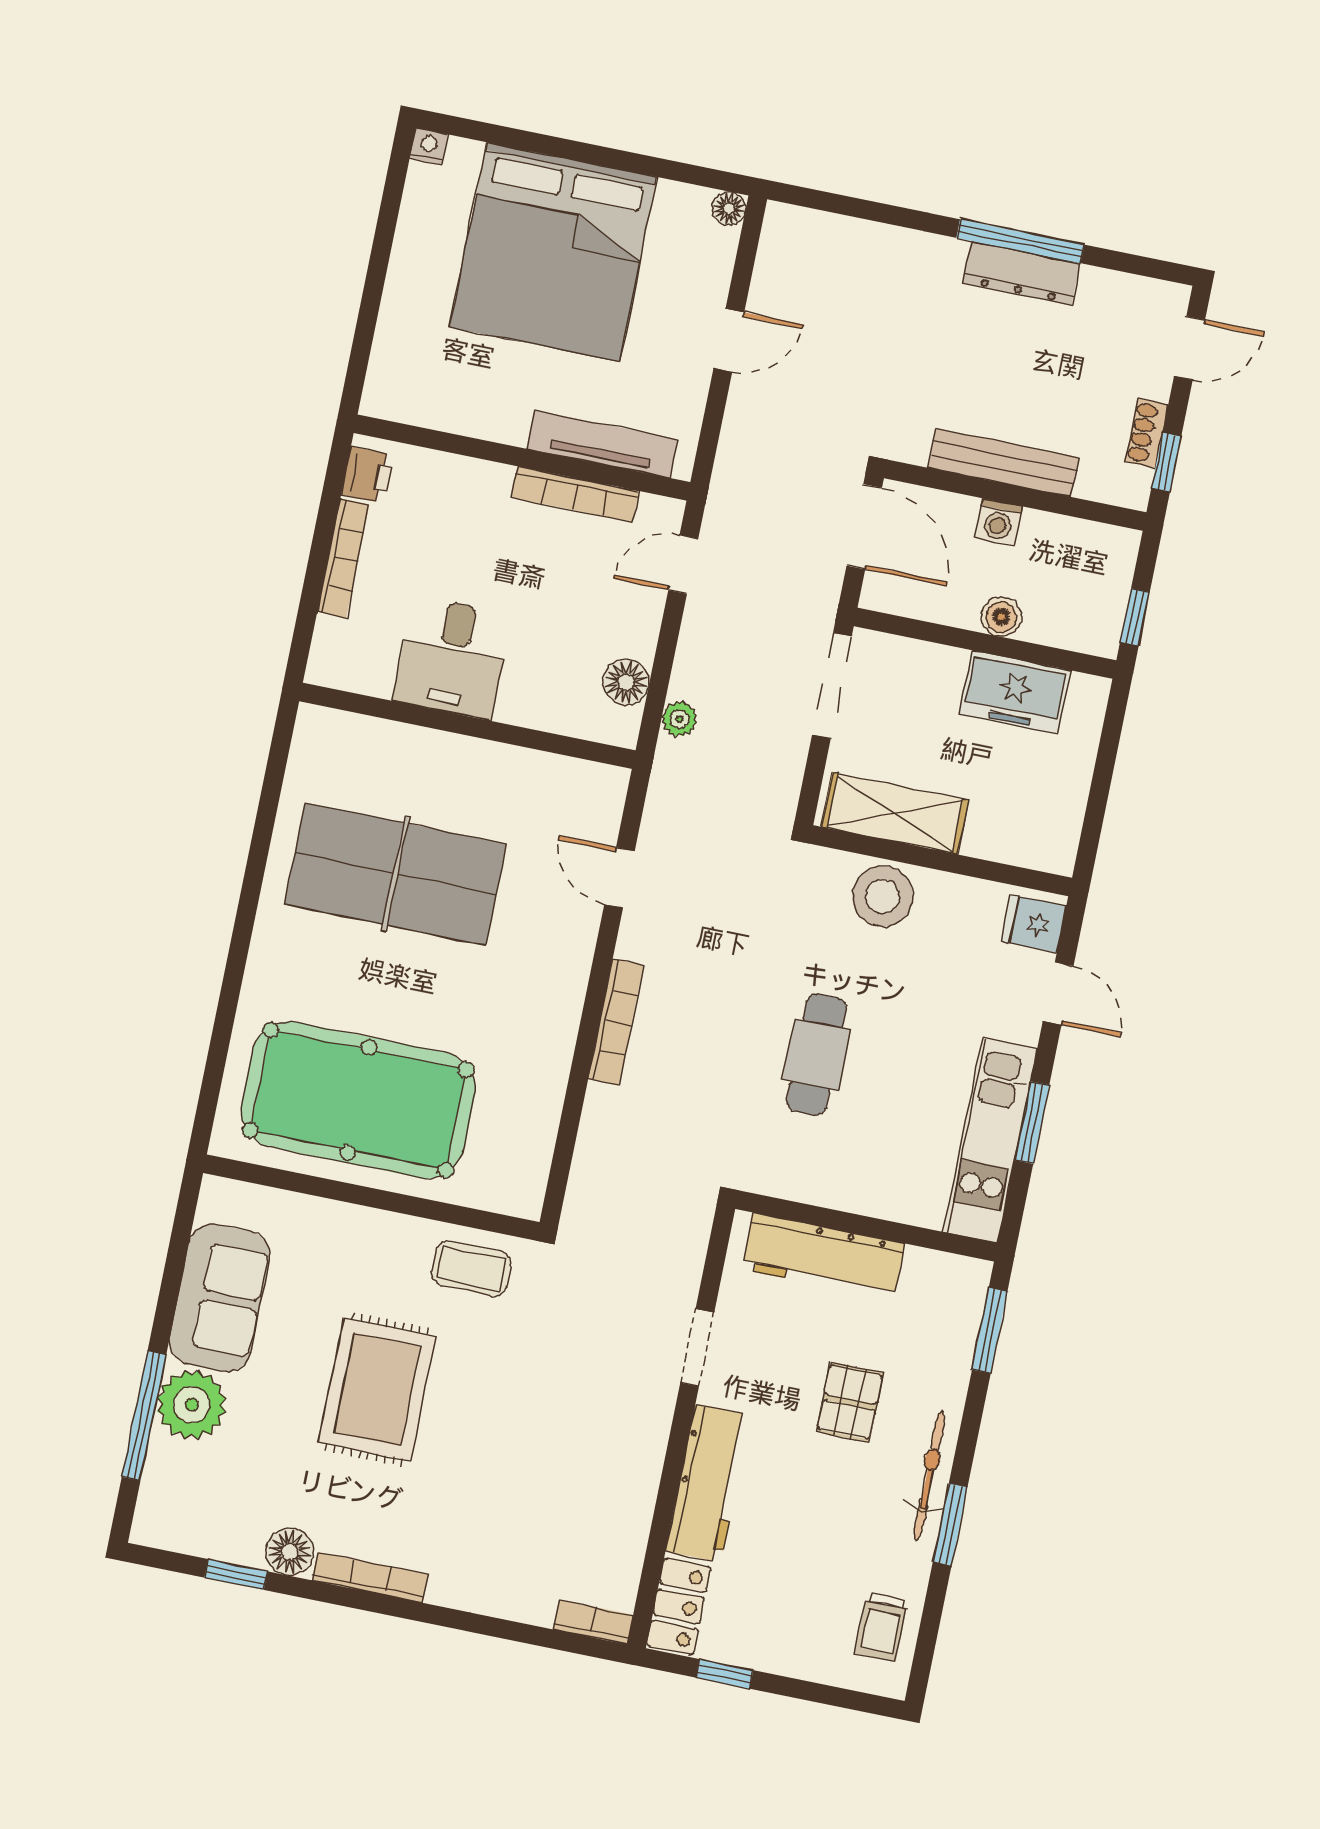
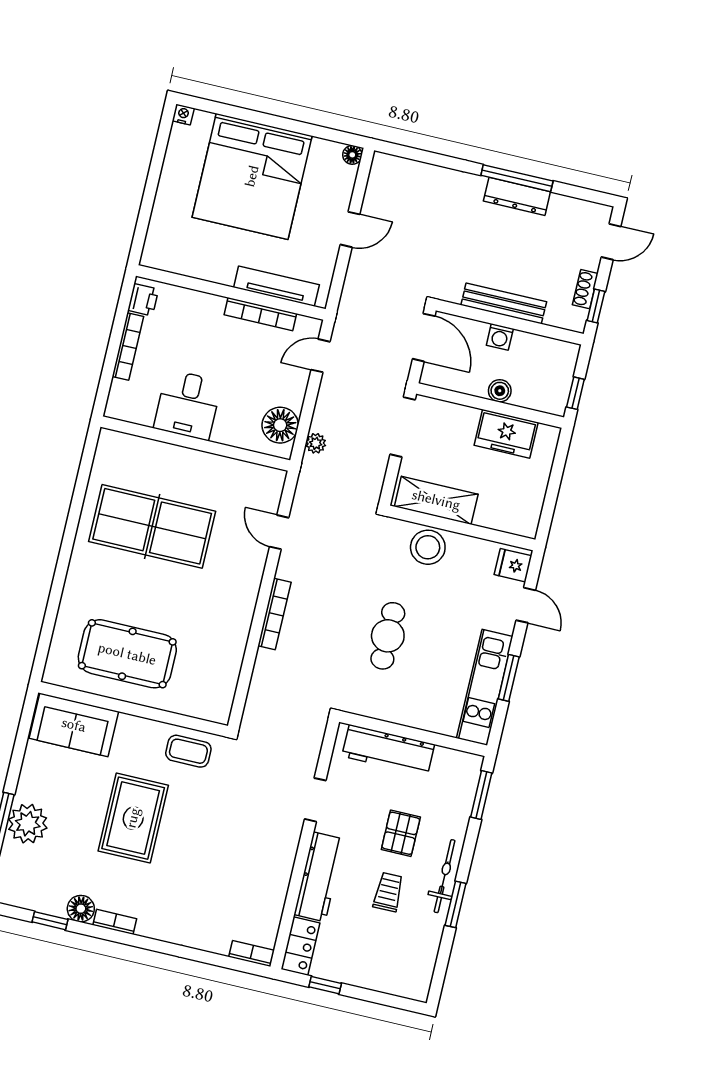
floor lamp: (626, 682) -> (280, 425), width x1.38, depth x1.38
pool table: (358, 1100) -> (127, 654), width x0.73, depth x0.76
sofa: (220, 1298) -> (74, 725), moved, turned 90
bookcase: (370, 1577) -> (115, 922), width x0.64
trolley: (881, 1627) -> (388, 892), moved, turned 180

